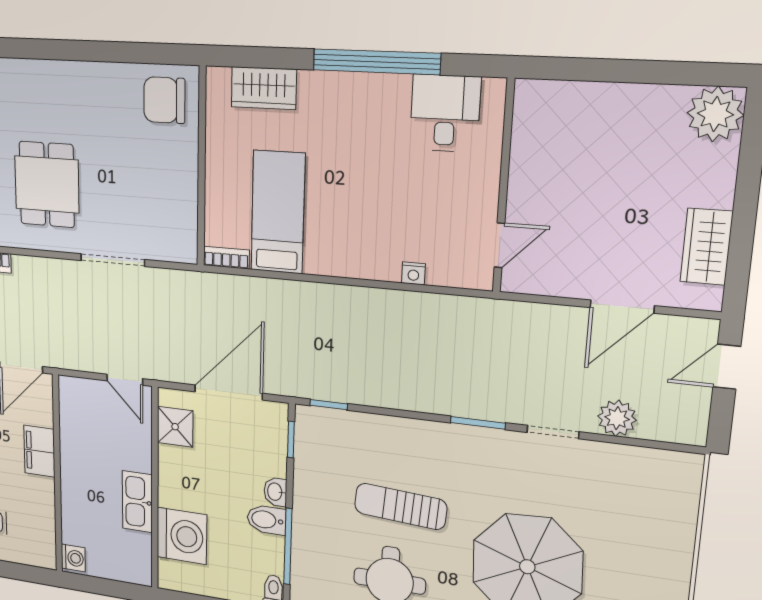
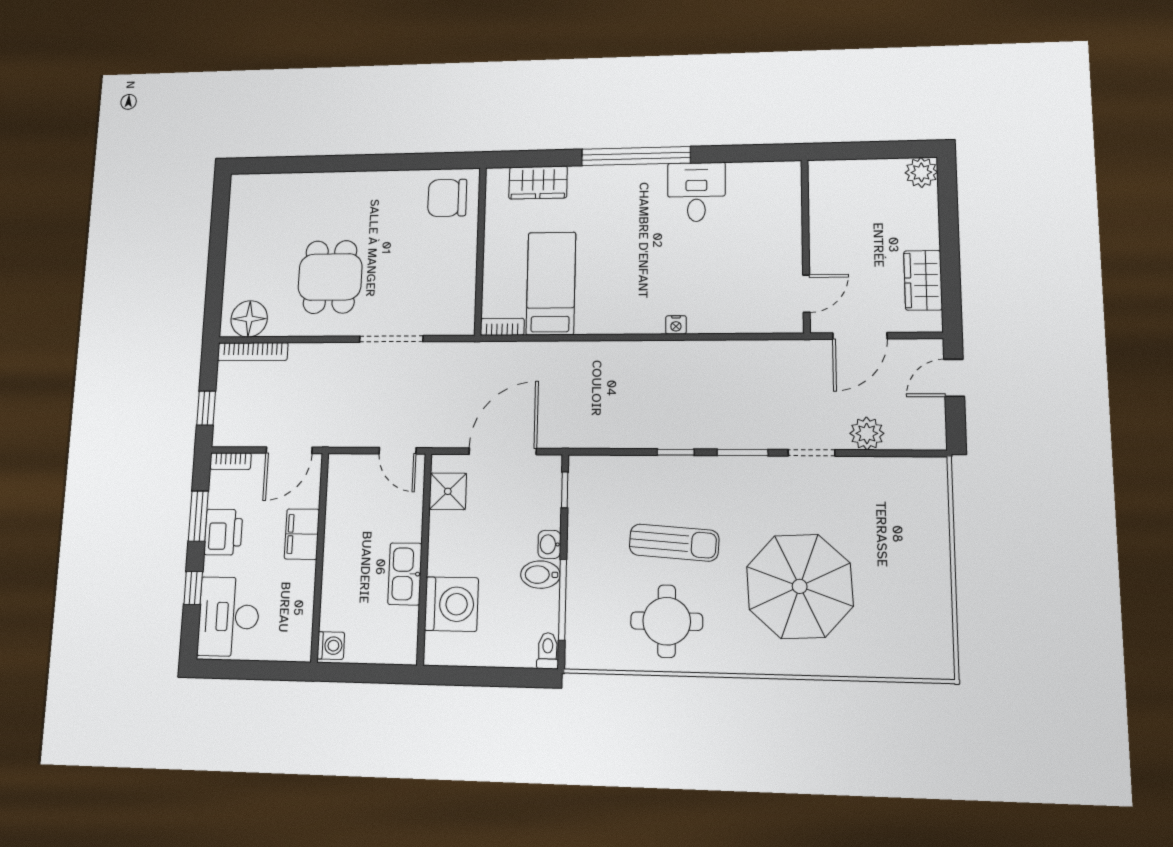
plant: (715, 114) -> (921, 172), width x0.73, depth x0.73
wall: (504, 187) -> (806, 246), moved
door: (500, 245) -> (806, 294), moved
window: (329, 405) -> (676, 452), moved
sun lounger: (400, 506) -> (674, 543), turned 180

